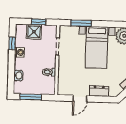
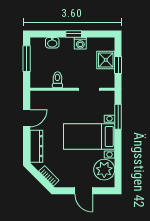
window: (12, 43) -> (74, 34), moved
dresser: (99, 91) -> (36, 146), width x1.44
door: (80, 98) -> (27, 118), swing flipped

